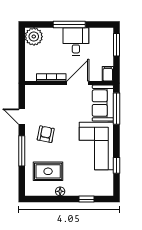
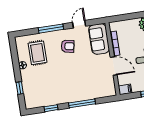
sofa: (103, 103) -> (99, 39), moved, turned -90
window: (116, 109) -> (82, 103), moved
corner sofa: (96, 146) -> (64, 89), removed

